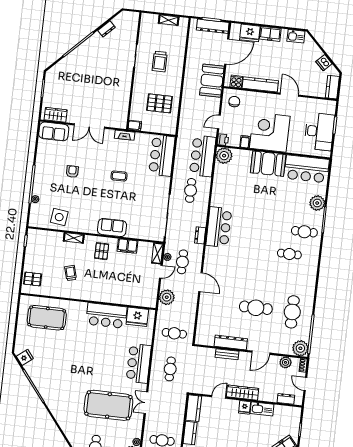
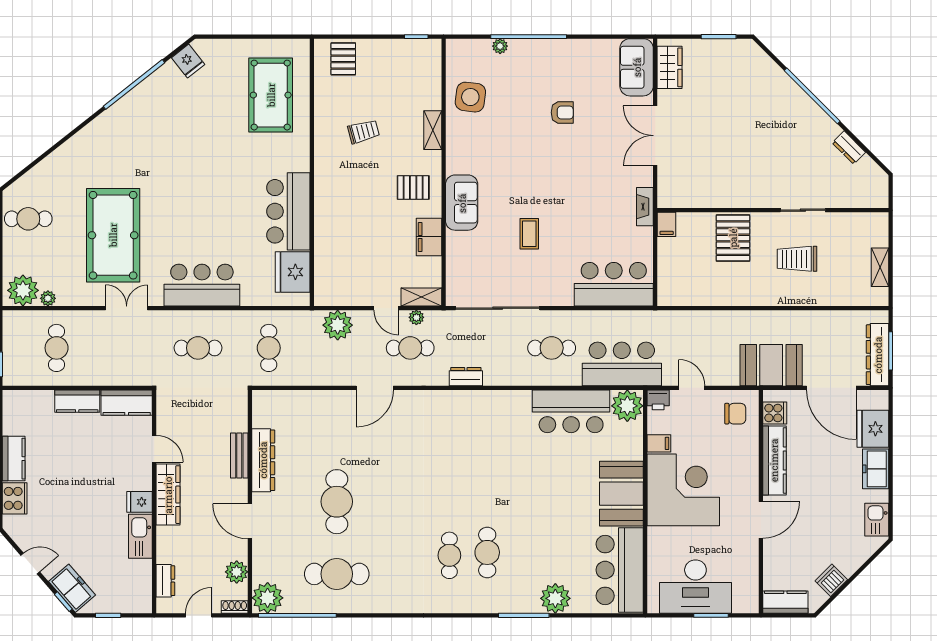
pallet: (160, 103) -> (733, 238), moved
coffee table: (119, 176) -> (529, 234), moved
bar counter: (219, 227) -> (571, 411), moved
cafe table: (304, 232) -> (487, 552), moved

